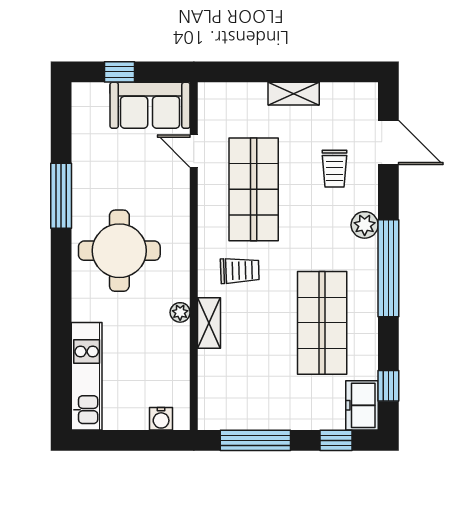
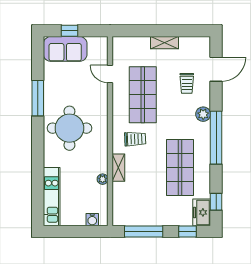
sofa: (150, 105) -> (65, 49), moved
door: (388, 142) -> (216, 69), hinge flipped
plant: (180, 312) -> (103, 179), moved

